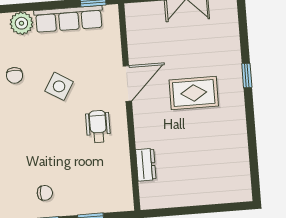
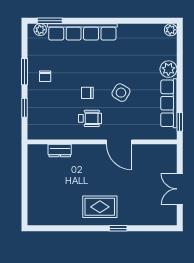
chair: (15, 75) -> (87, 93), moved
rug: (194, 93) -> (100, 207), moved, turned 90

